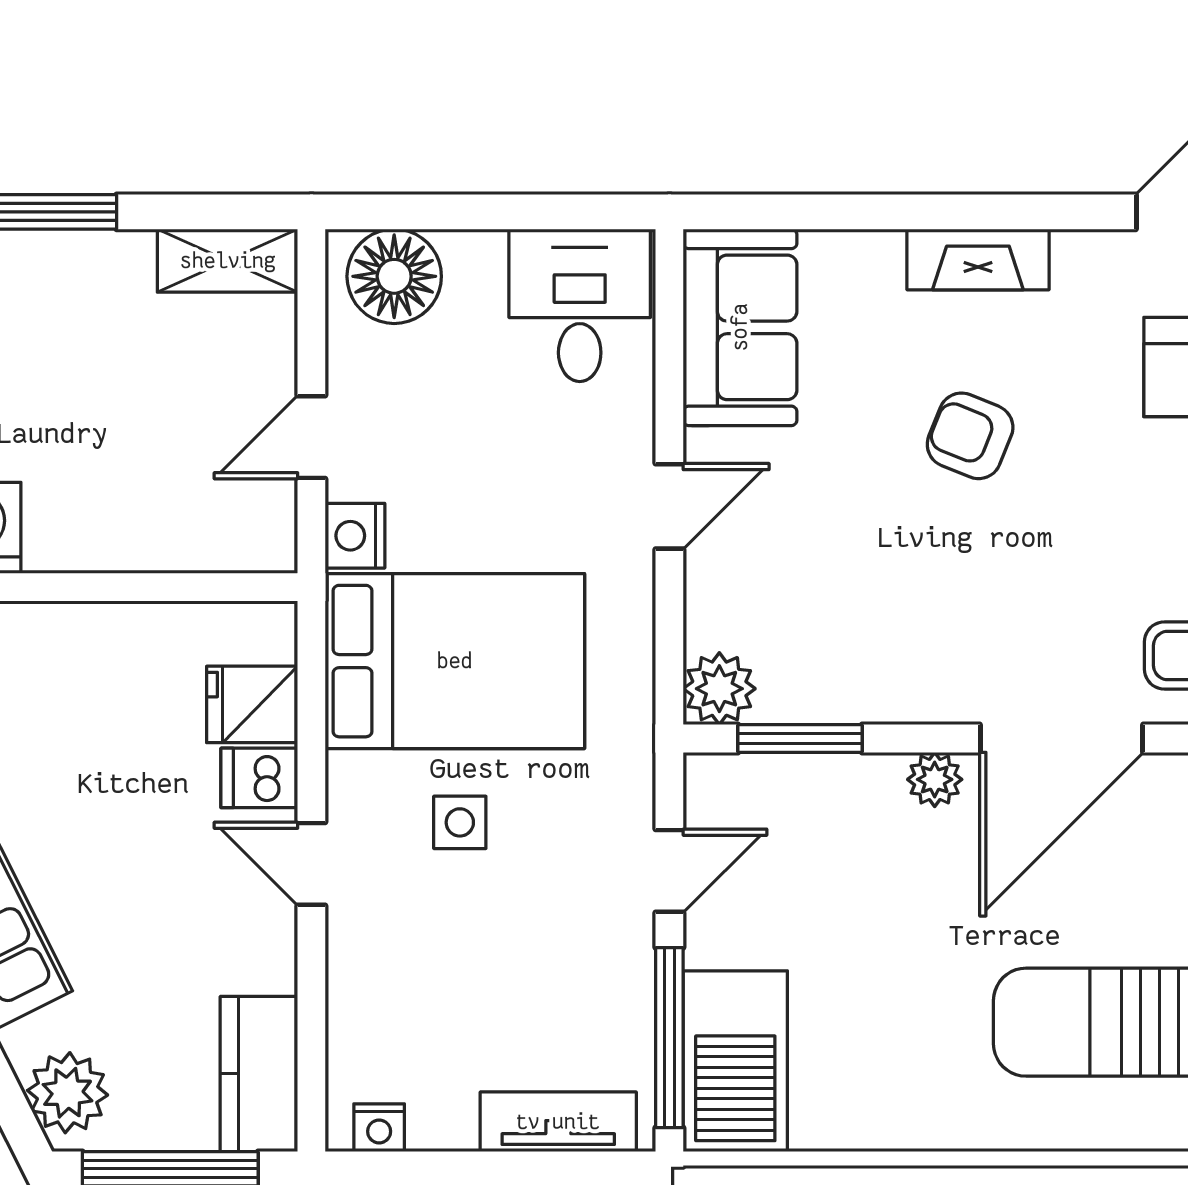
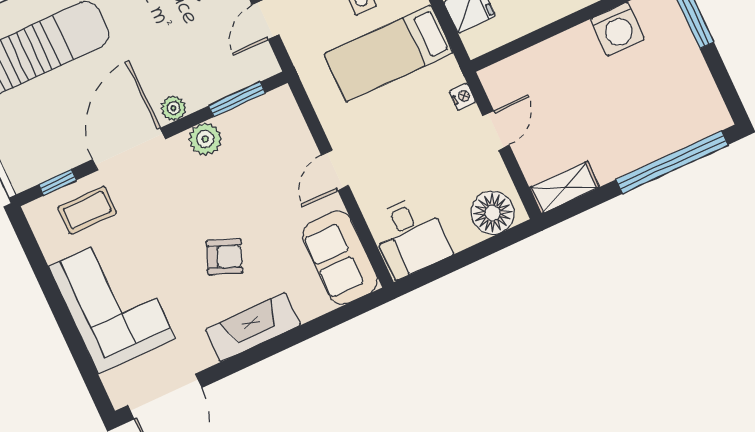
fireplace: (978, 259) -> (253, 327), width x1.37, depth x1.32
nightstand: (355, 536) -> (462, 97), width x0.72, depth x0.74
bed: (455, 661) -> (389, 53), width x0.67
plant: (719, 689) -> (205, 139), moved

